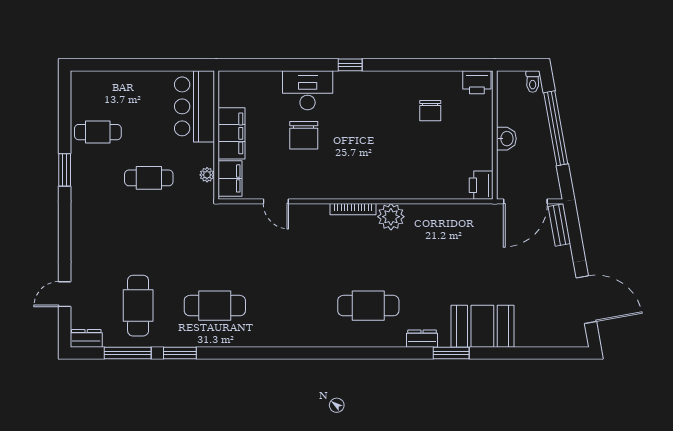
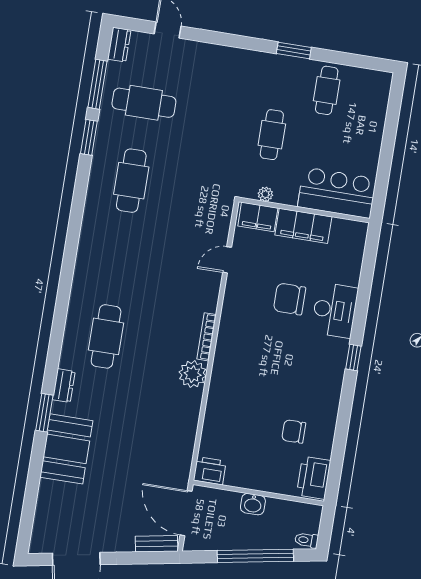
printer: (477, 82) -> (314, 478), width x1.37, depth x1.19

